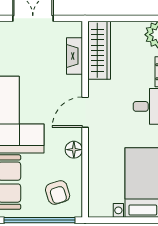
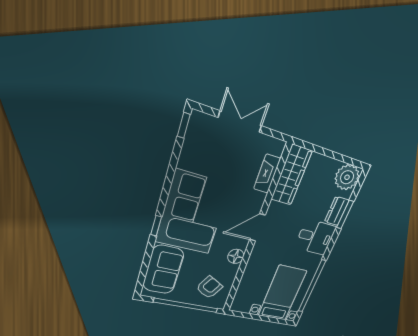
armchair: (58, 192) -> (209, 287), turned -134

